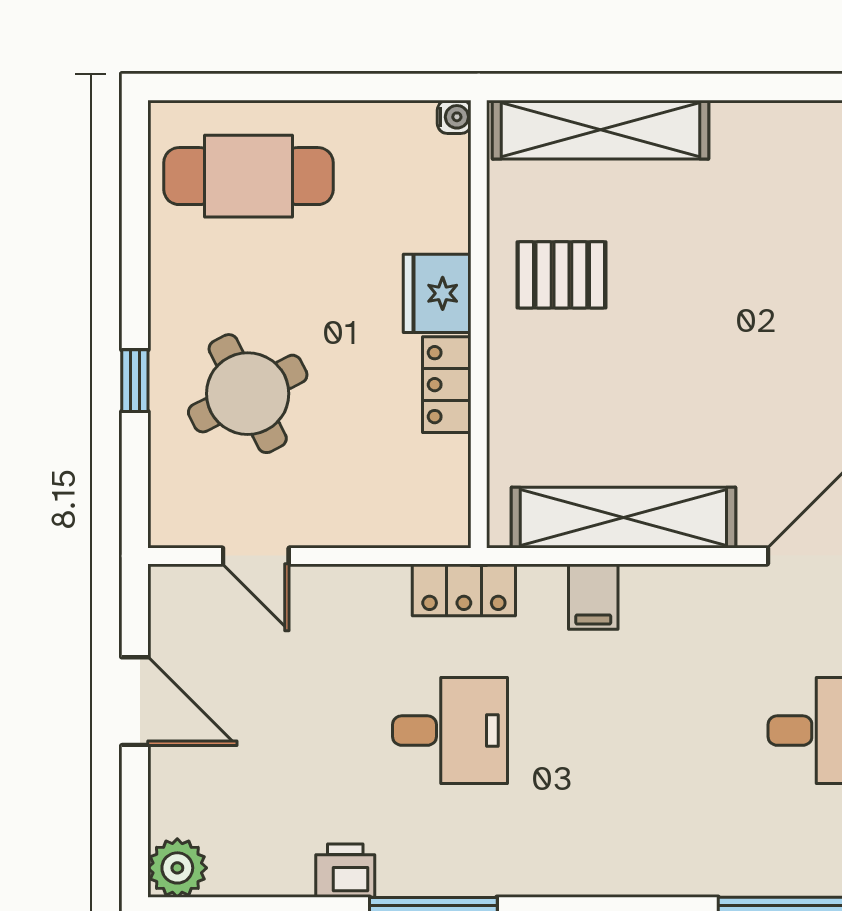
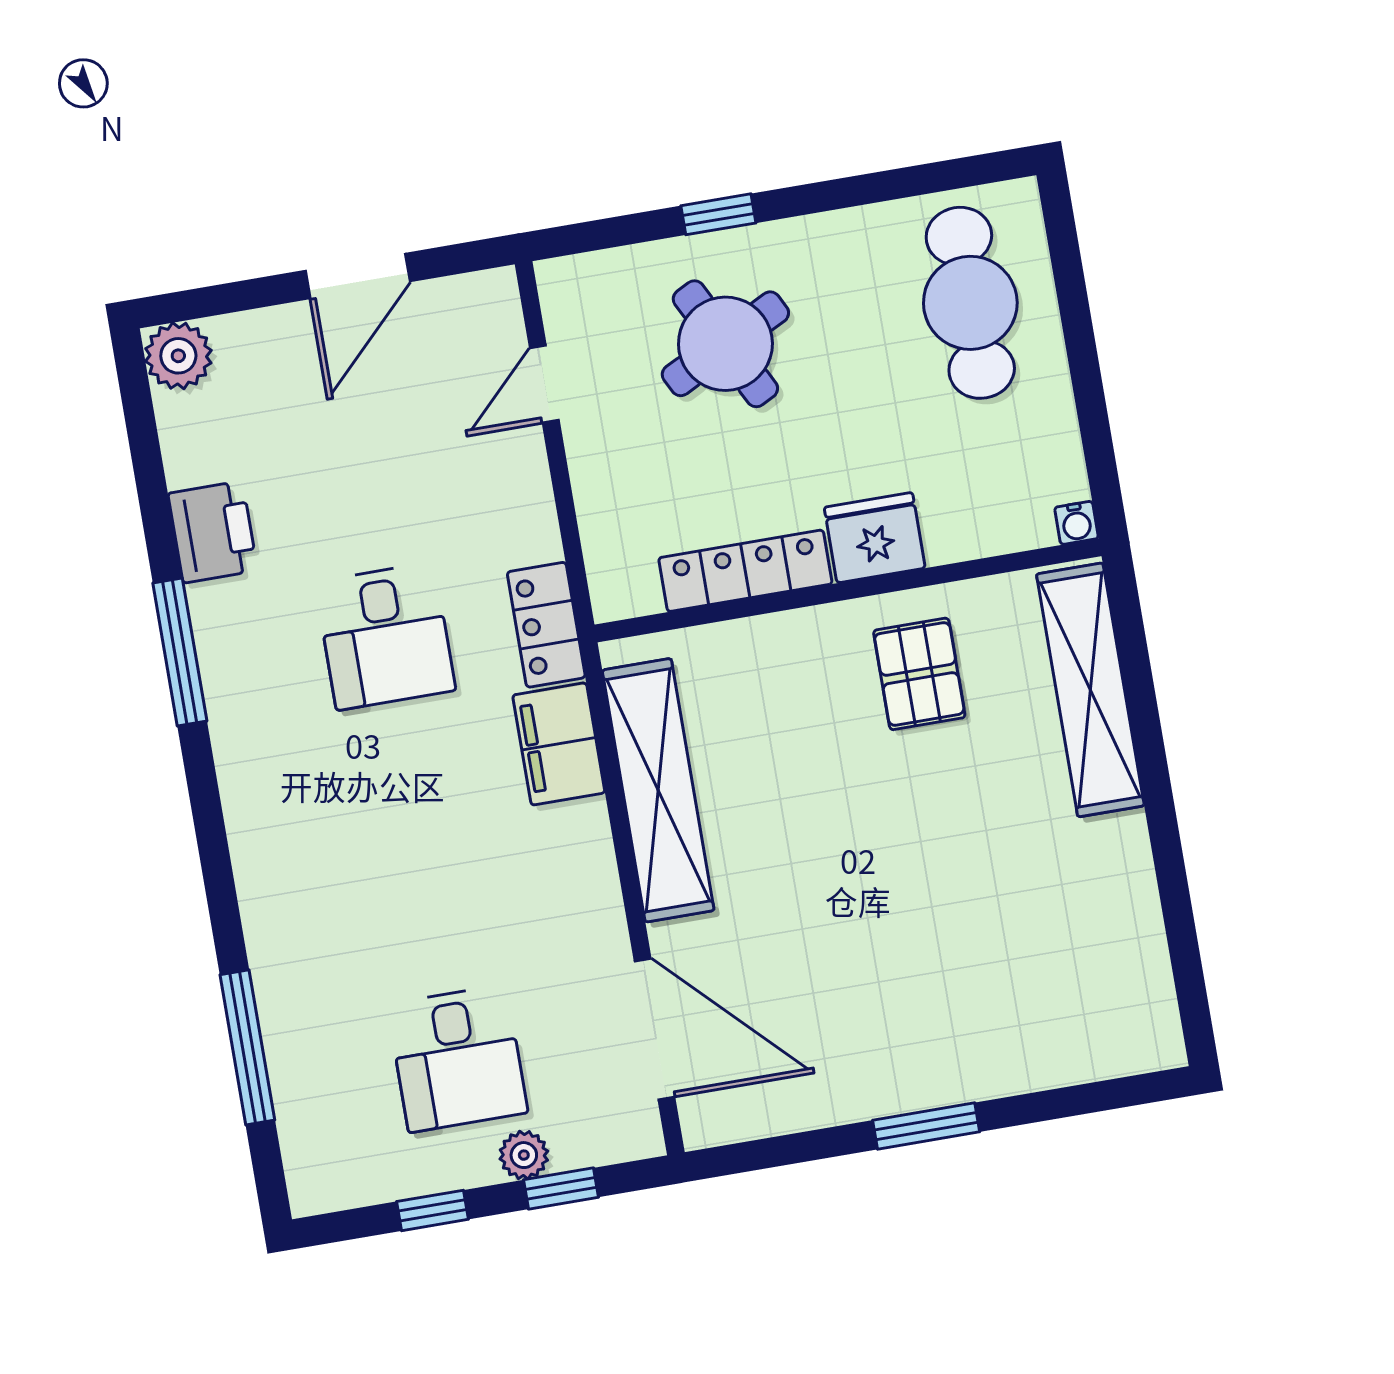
locker: (447, 385) -> (745, 571), width x1.53
filing cabinet: (593, 597) -> (559, 744), width x2.00
printer: (345, 871) -> (213, 532), width x1.36, depth x1.24

